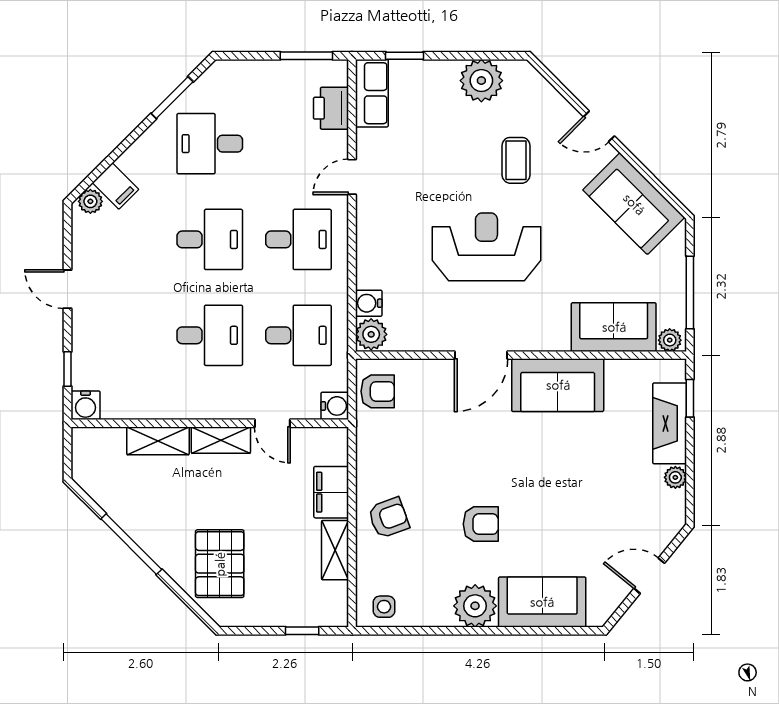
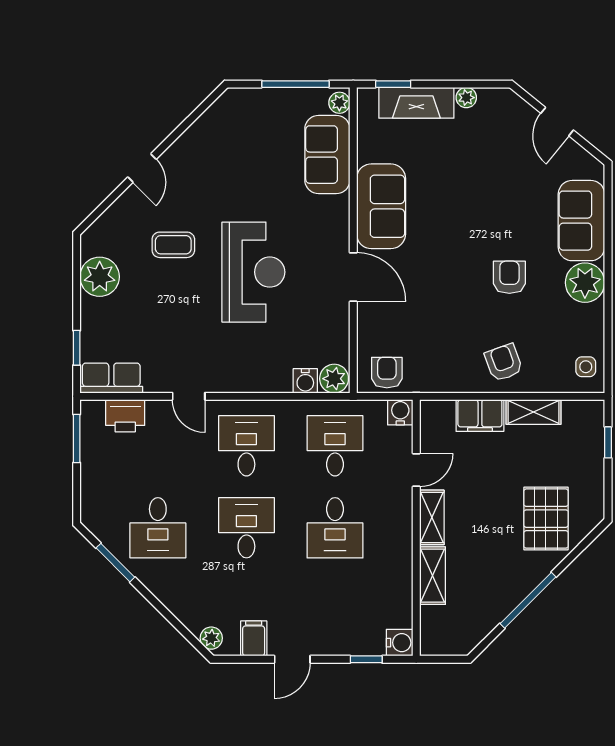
filing cabinet: (115, 186) -> (254, 638), moved, turned -45
sofa: (634, 204) -> (213, 136), removed
reception desk: (486, 247) -> (253, 272), turned 180
desk: (210, 335) -> (335, 528), turned 180
pallet: (220, 564) -> (546, 519), turned 90

